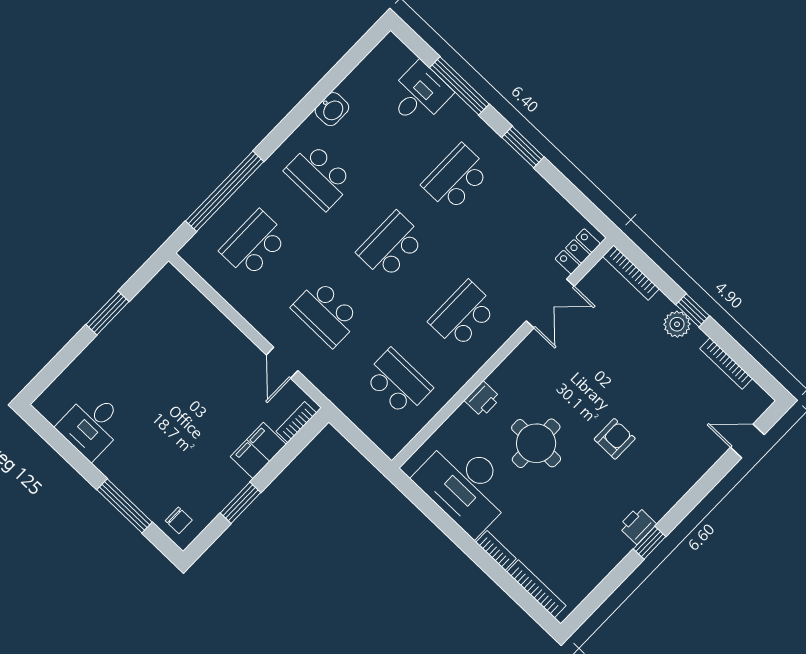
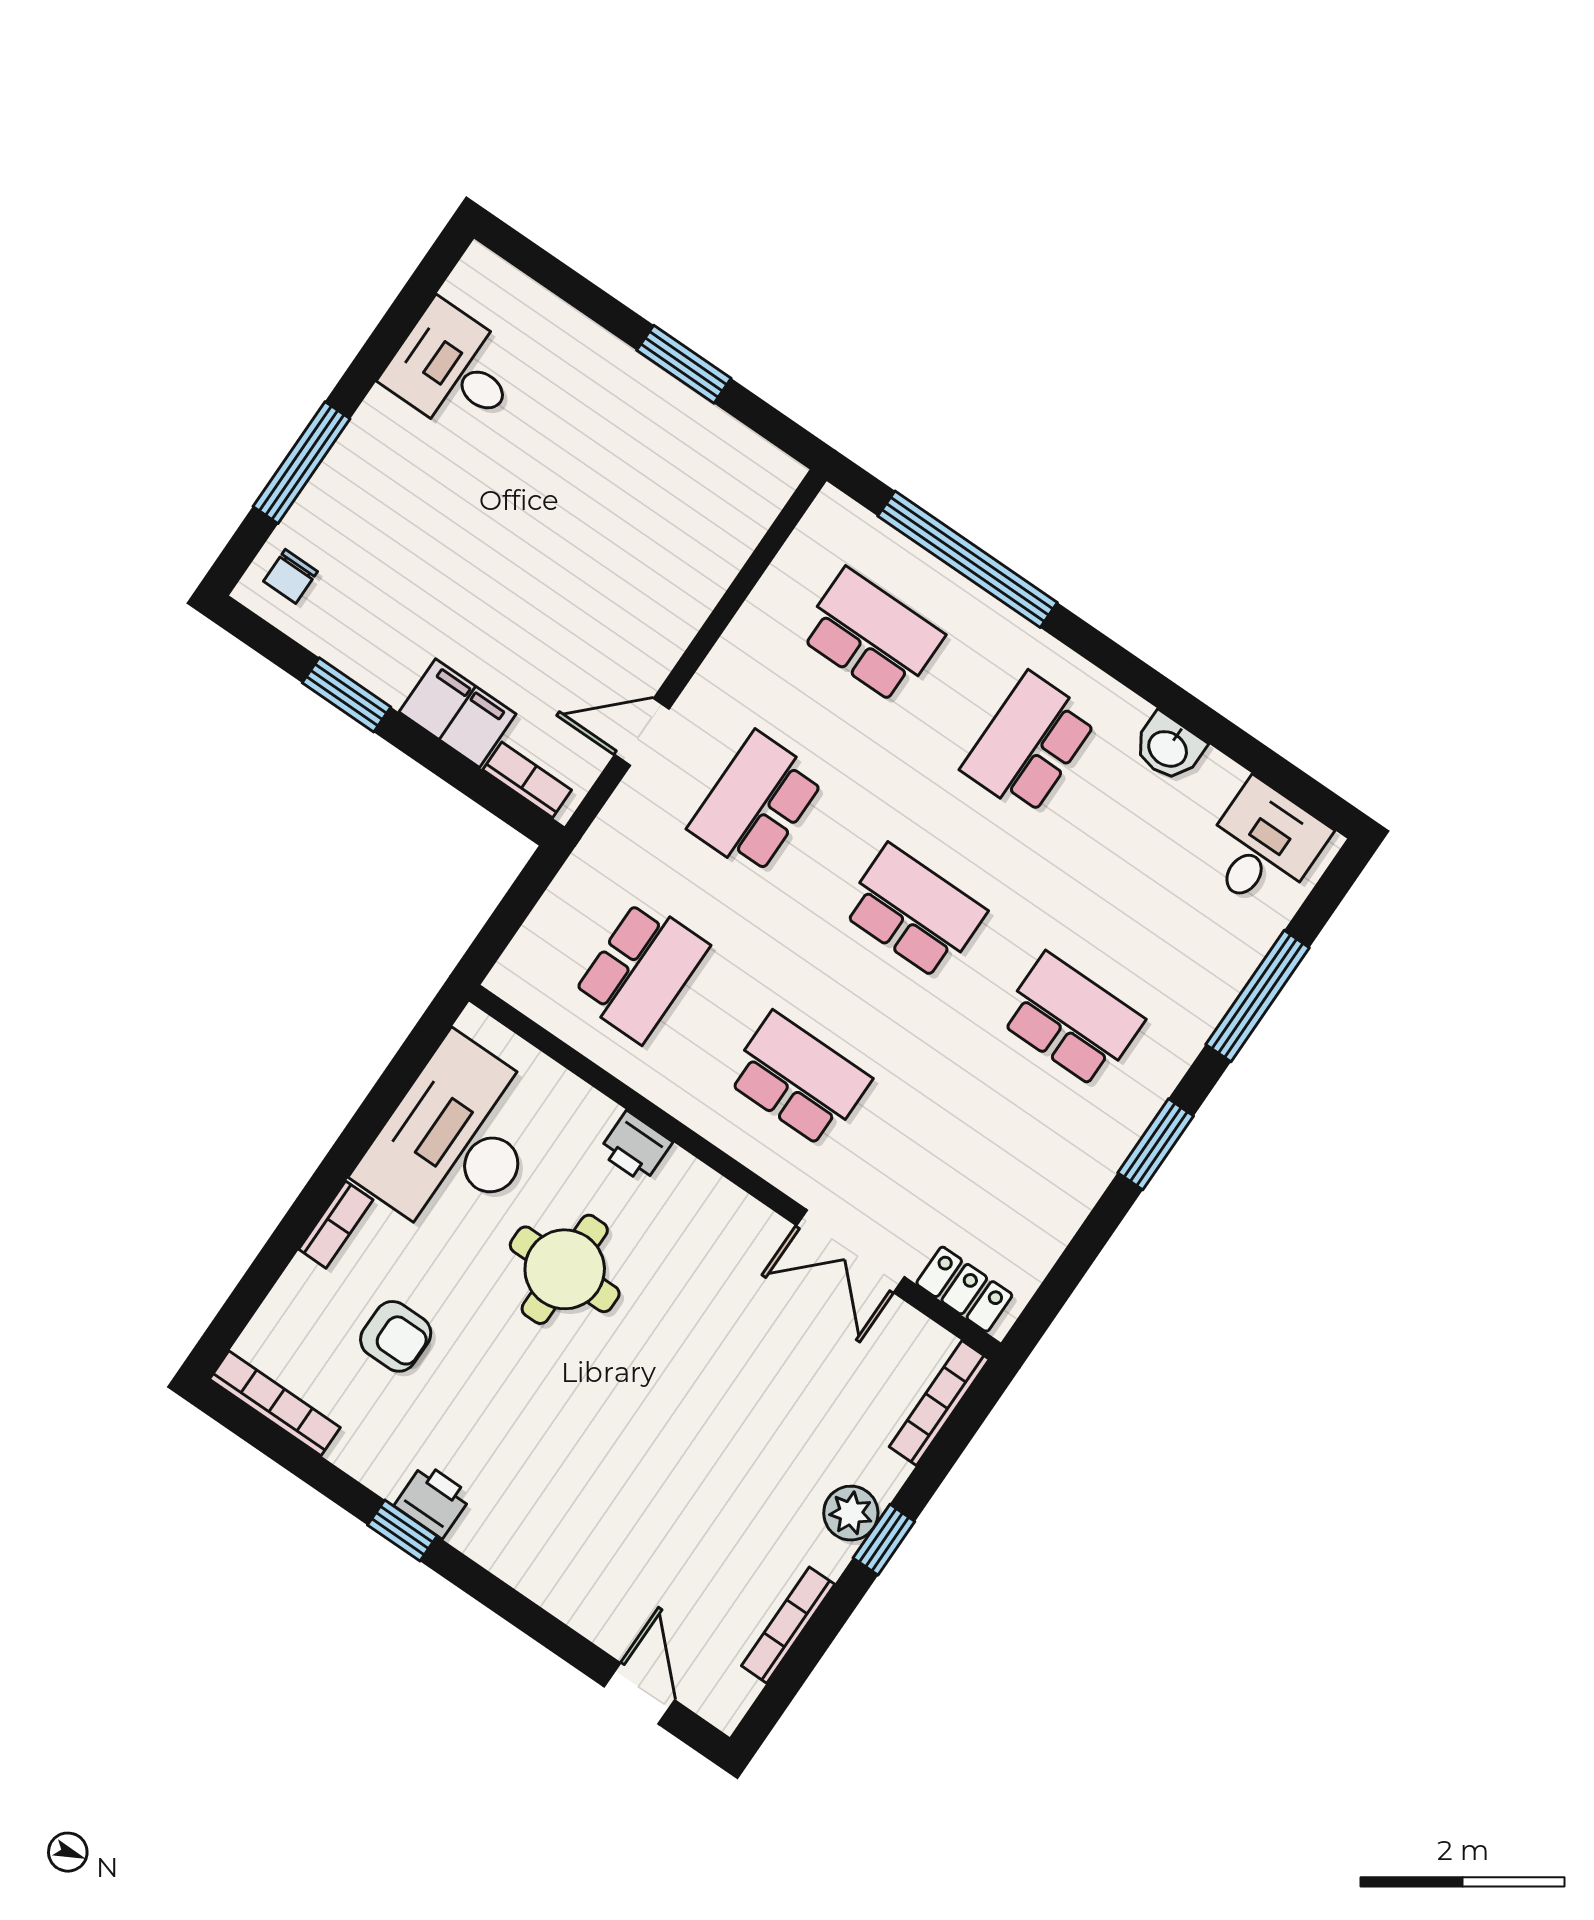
desk: (419, 94) -> (1263, 847), moved, turned -90
armchair: (615, 439) -> (396, 1336), moved
bookcase: (536, 589) -> (275, 1403), moved, turned -90

